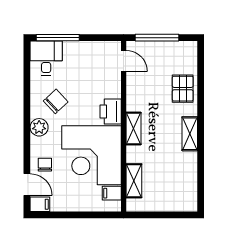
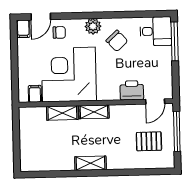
pallet: (183, 89) -> (149, 141), moved
printer: (111, 111) -> (132, 90), moved
shelving: (134, 181) -> (62, 113), moved

